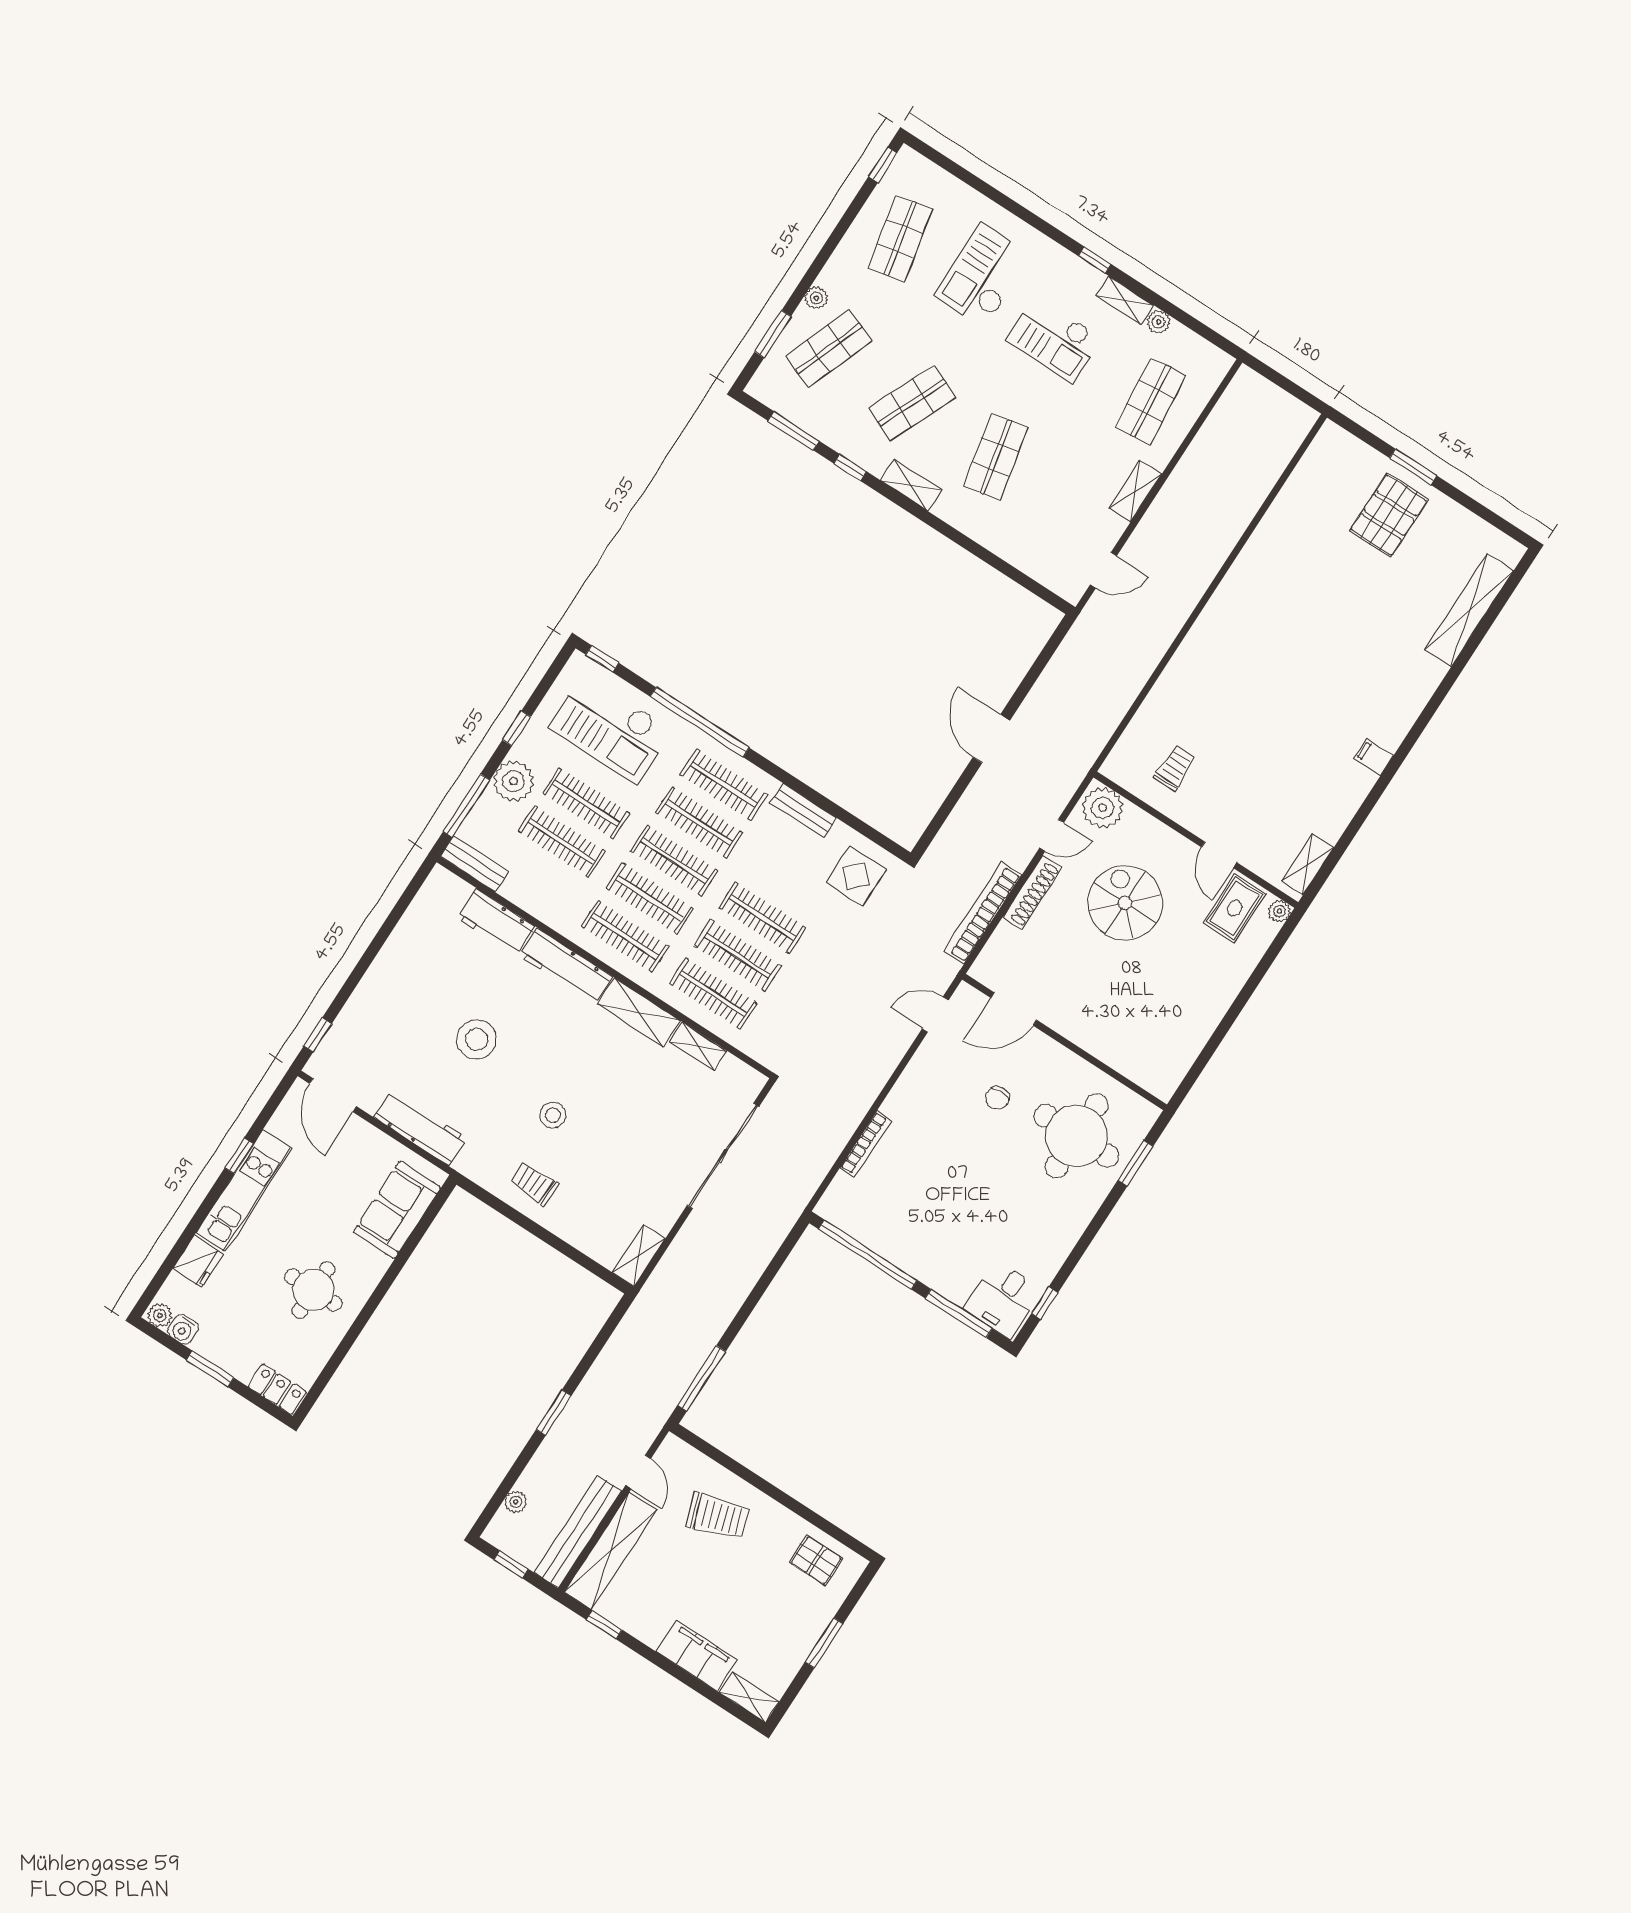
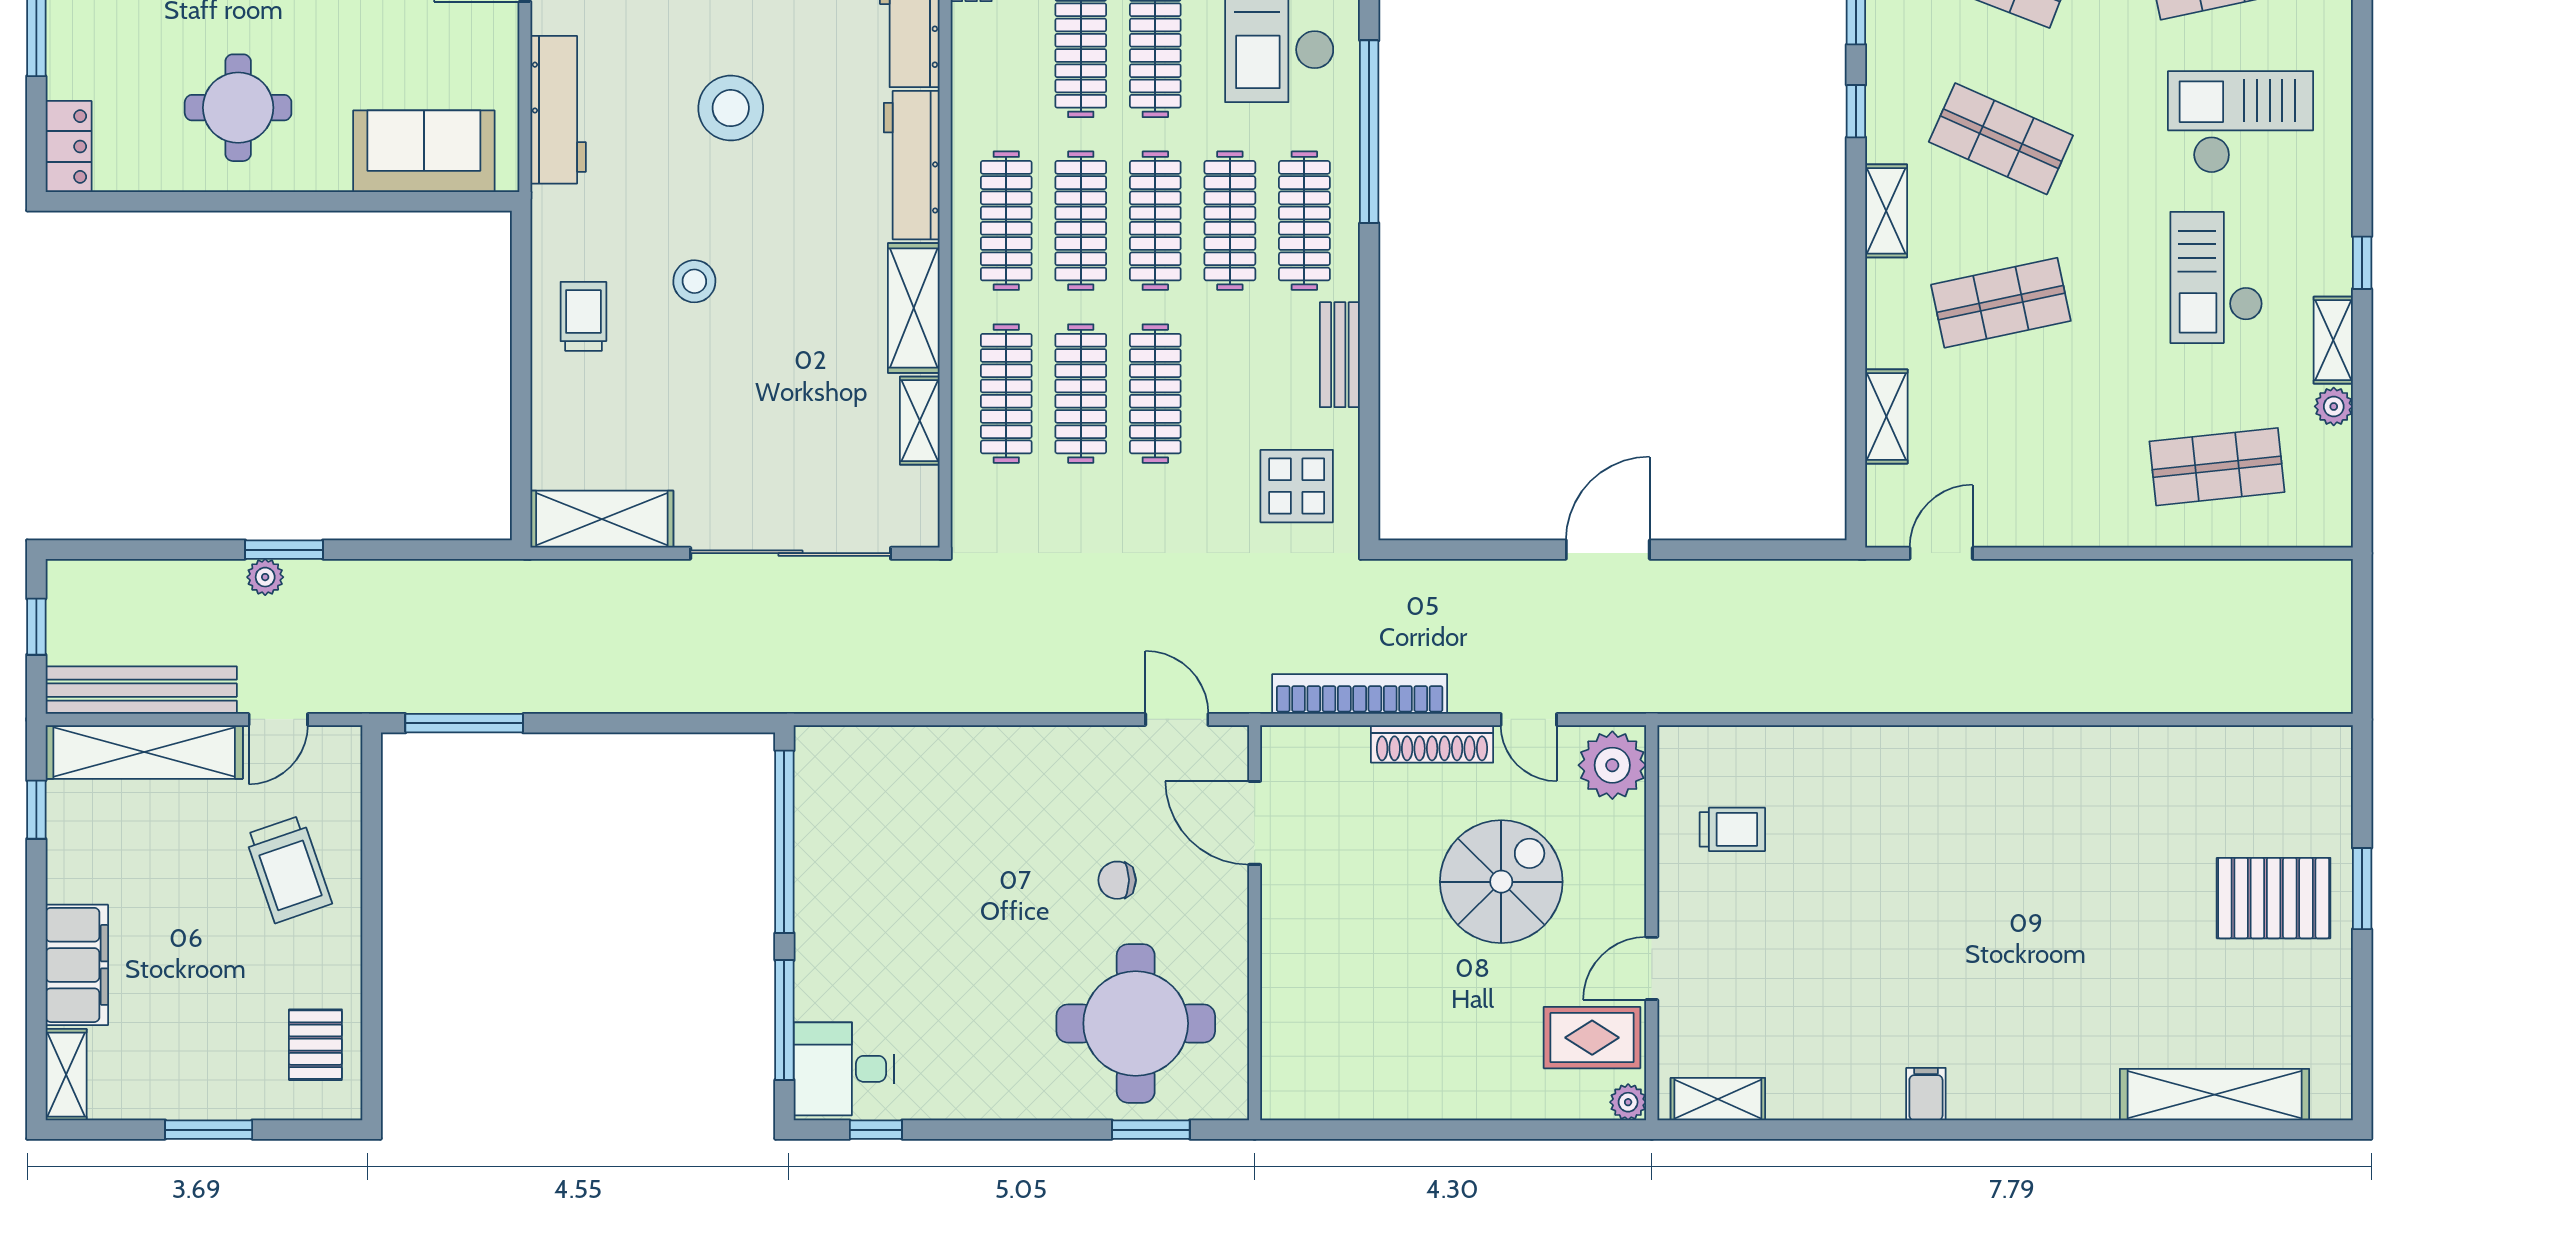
shelving: (1135, 491) -> (1886, 416), moved, turned 90
door: (1103, 570) -> (1941, 553), swing flipped
bookcase: (866, 1144) -> (935, 739), removed
shelving: (639, 1255) -> (602, 519), width x1.50, depth x1.33
plant: (516, 1502) -> (265, 577), moved

